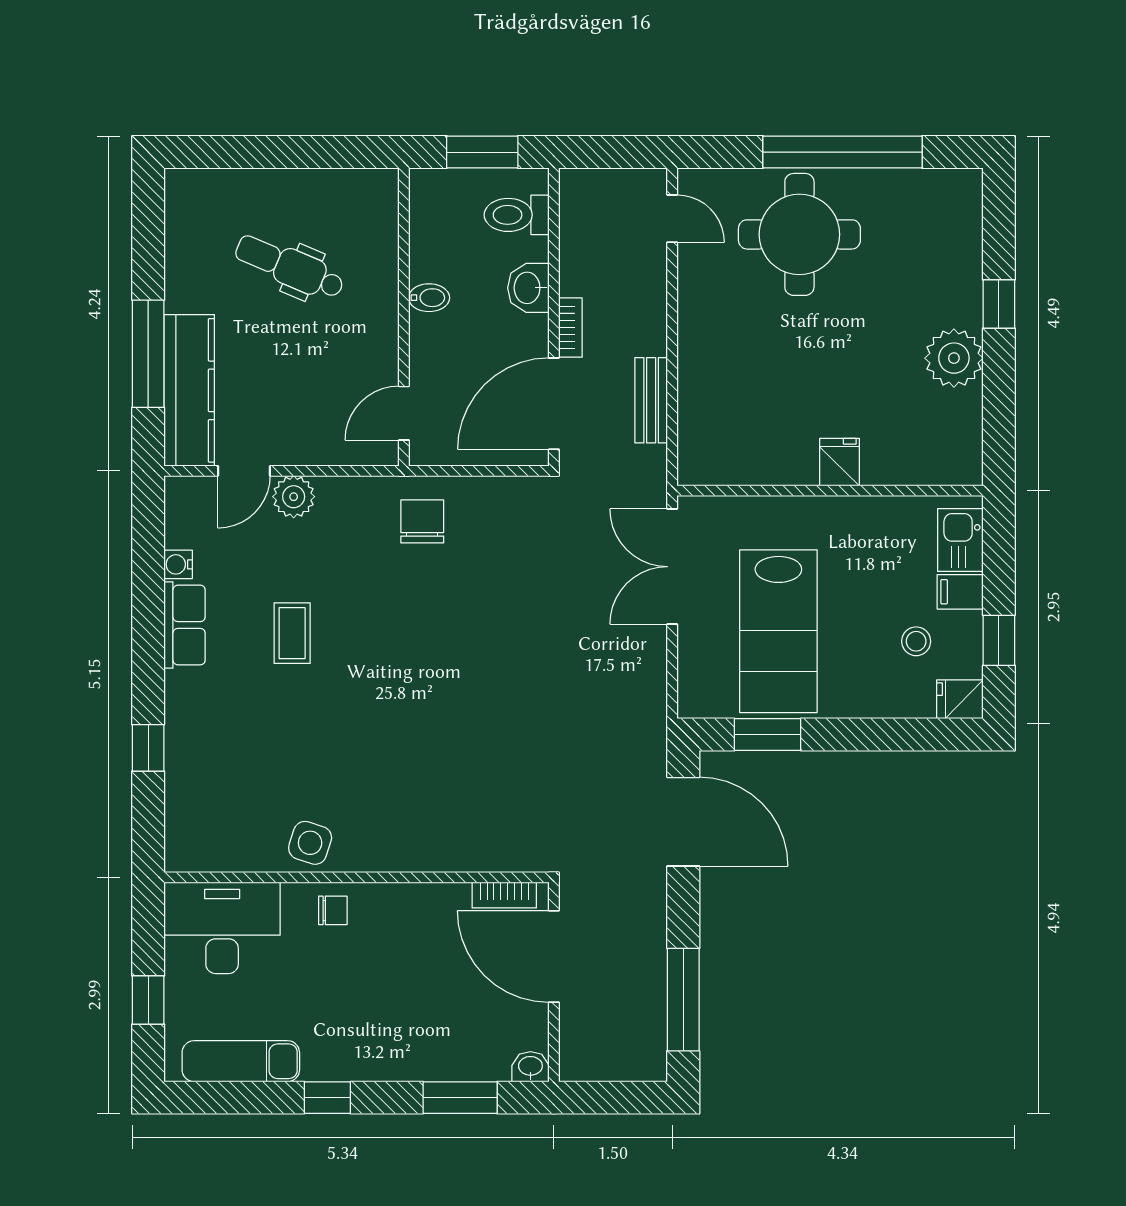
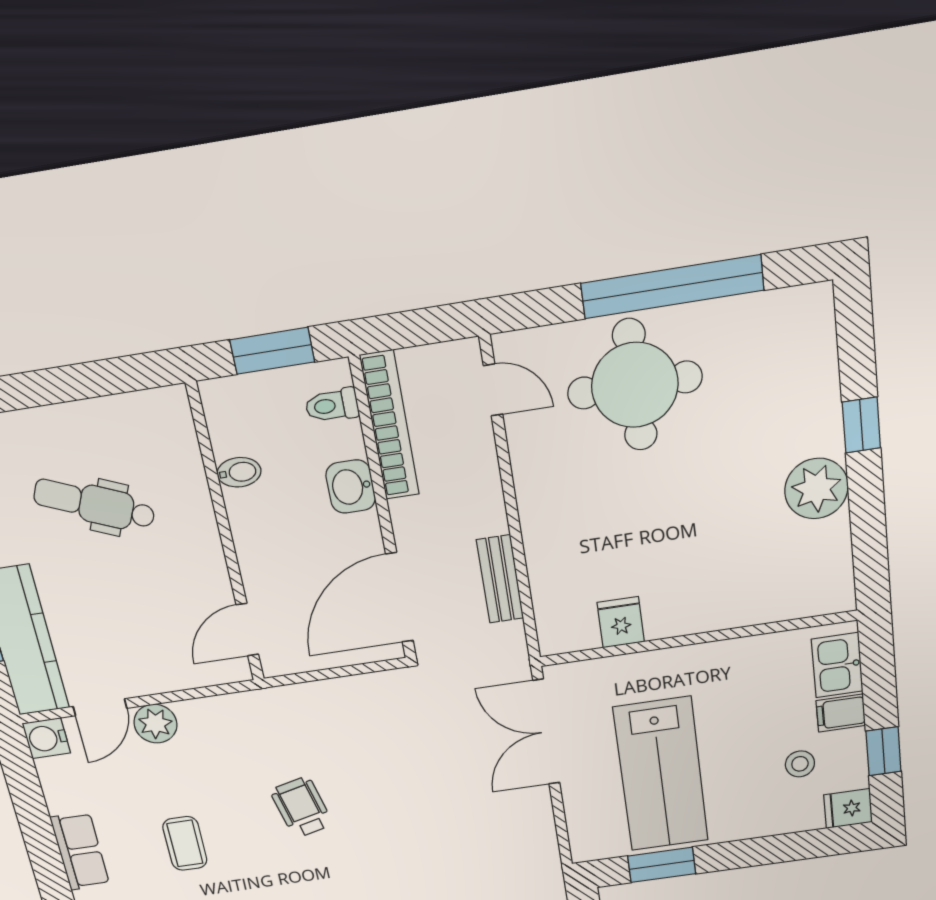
toilet: (517, 215) -> (332, 405), width x0.73, depth x0.72
bidet: (429, 298) -> (239, 472), moved
bookcase: (570, 328) -> (390, 425), moved, width x2.31, depth x1.31
fridge: (839, 462) -> (621, 622), moved
chair: (422, 521) -> (289, 727), removed
water cooler: (178, 564) -> (46, 738), moved, width x1.38, depth x1.38
wheelchair: (417, 611) -> (302, 807), added

